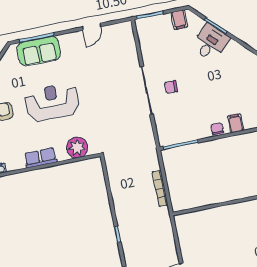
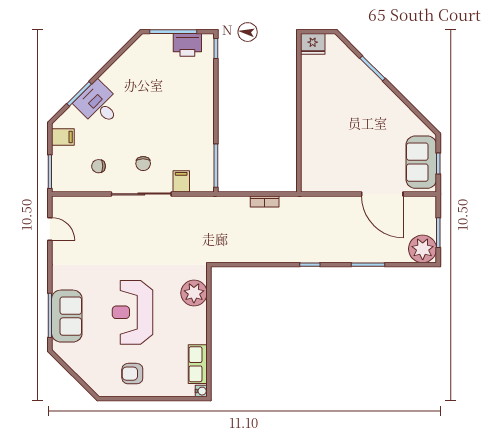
door: (92, 27) -> (50, 229), moved
filing cabinet: (236, 123) -> (181, 181), moved, turned 90
chair: (217, 129) -> (99, 166), moved
row of seats: (40, 158) -> (198, 364), moved
bookcase: (160, 189) -> (265, 201), width x0.64

